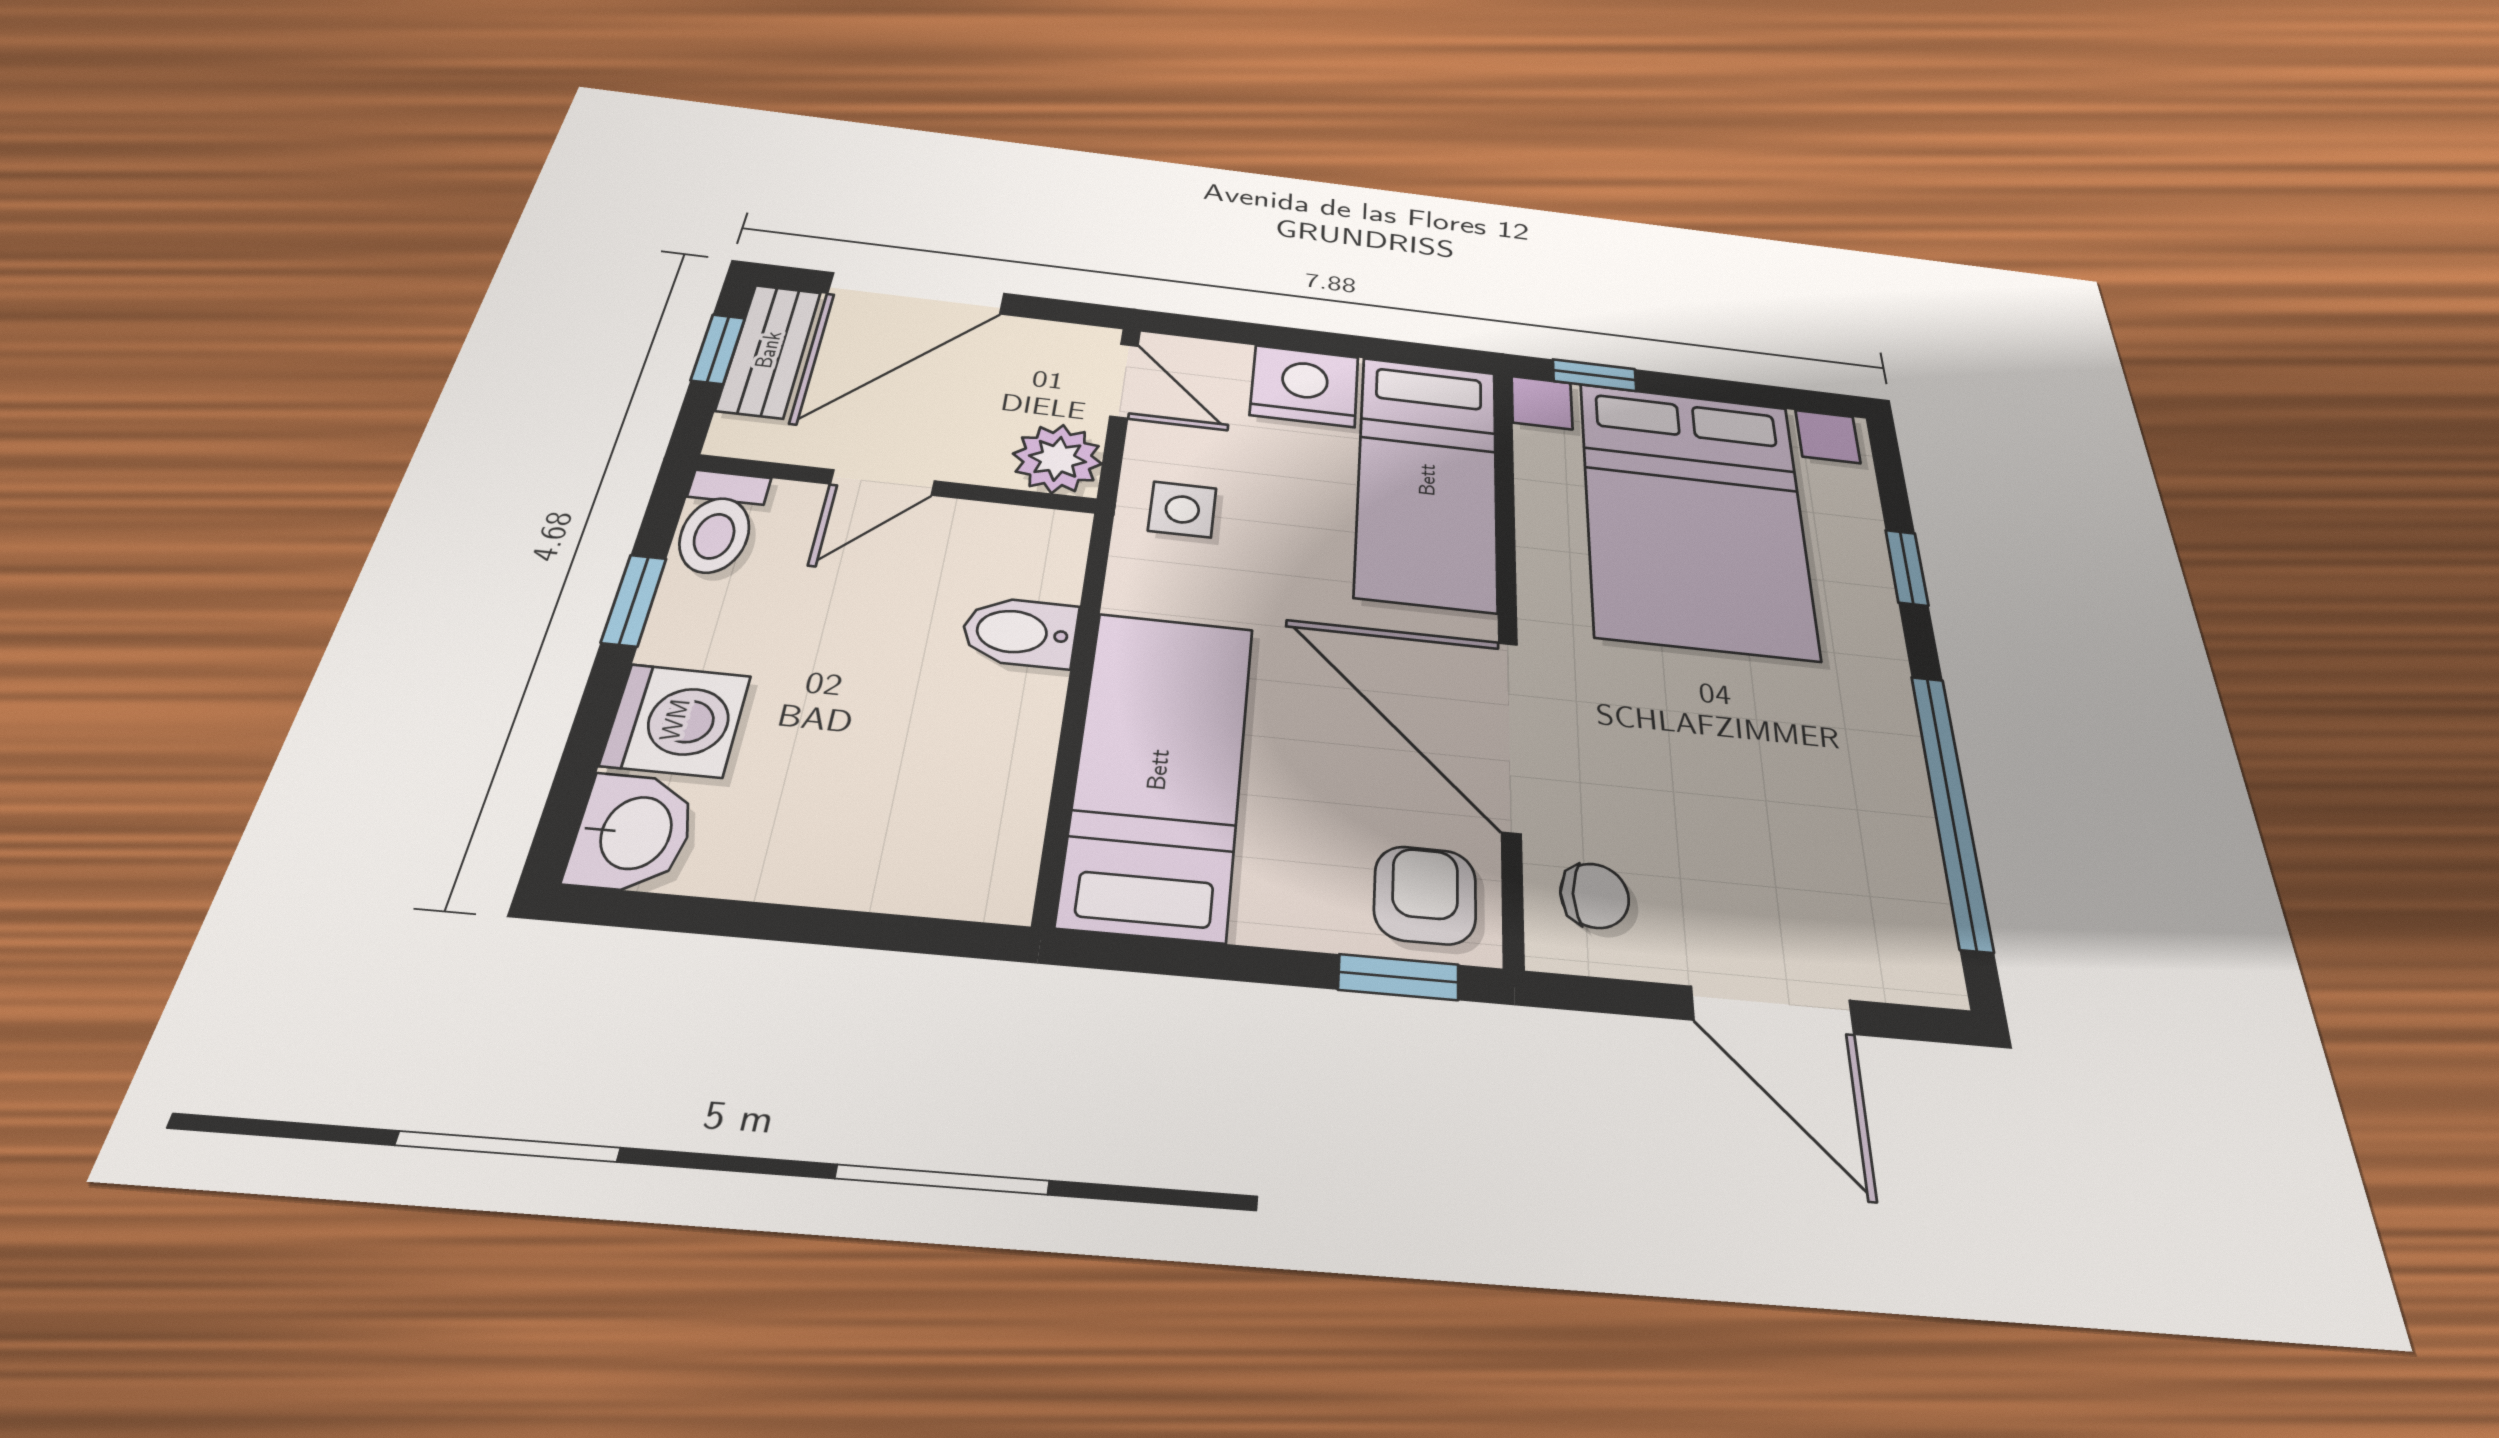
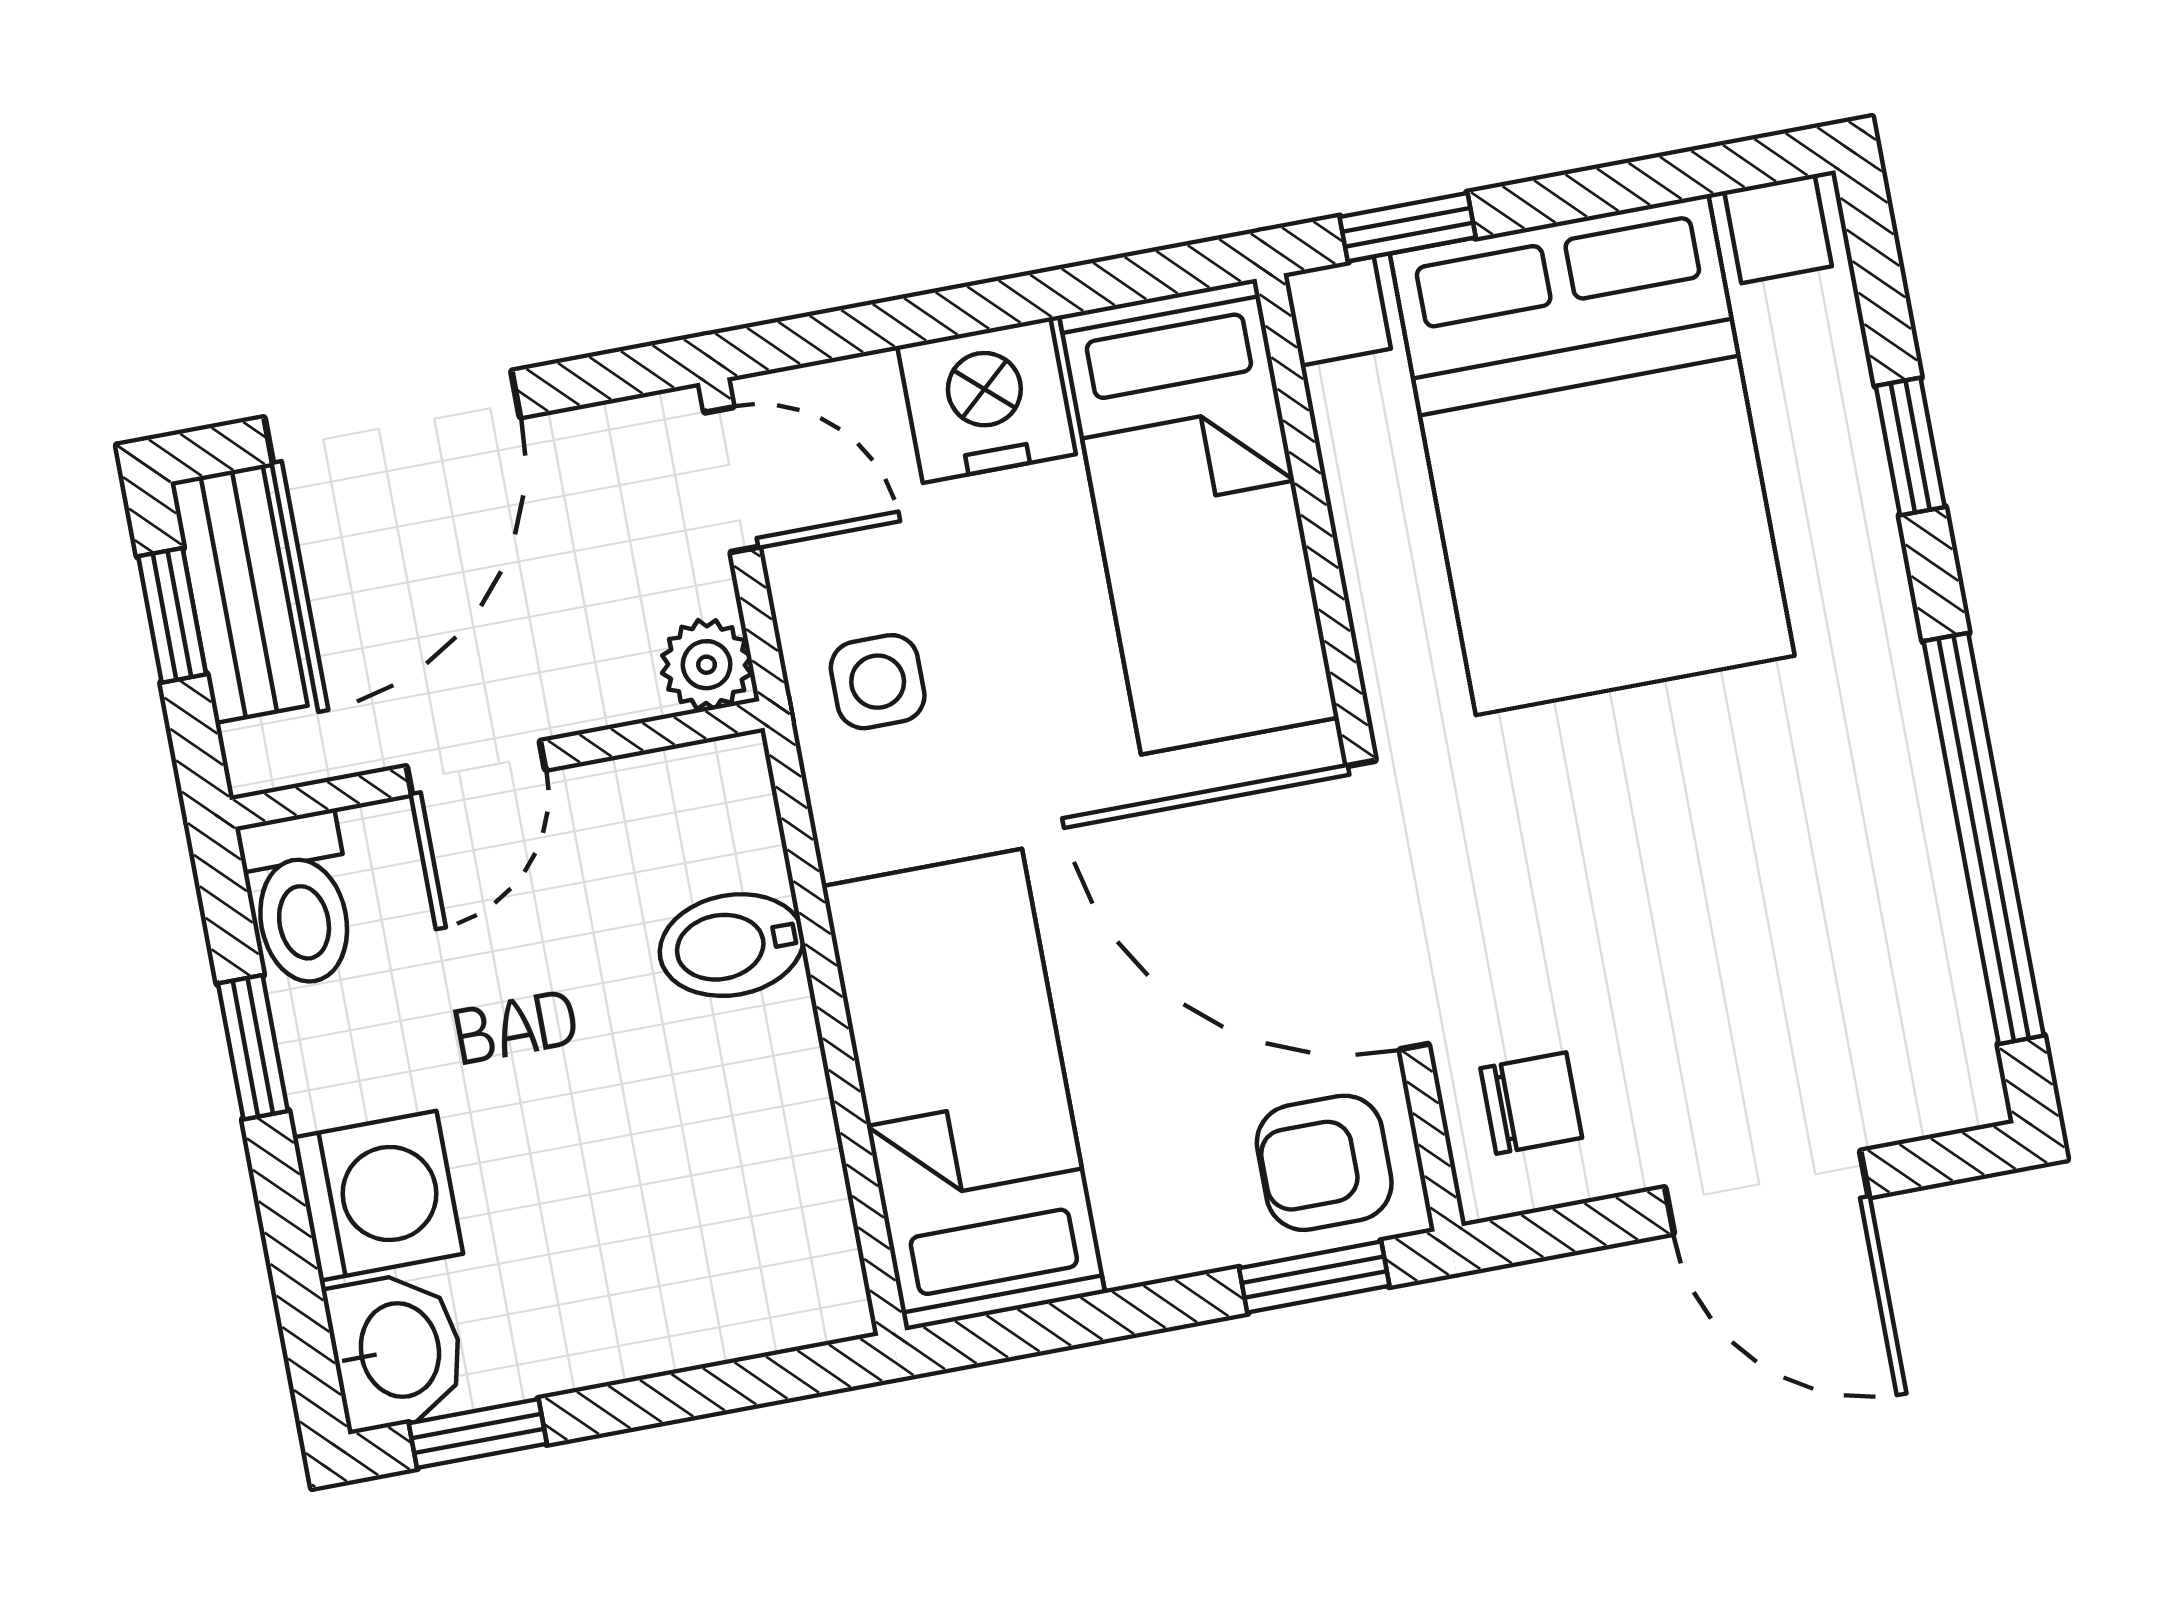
plant: (1057, 459) -> (707, 665), width x0.73, depth x0.73
armchair: (1425, 895) -> (1324, 1163), turned -90
window: (668, 913) -> (478, 1434), added

